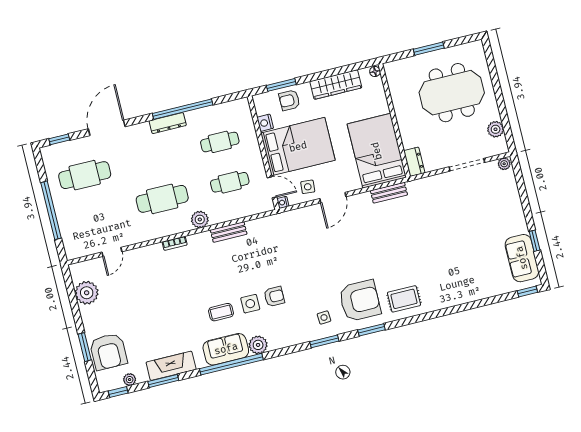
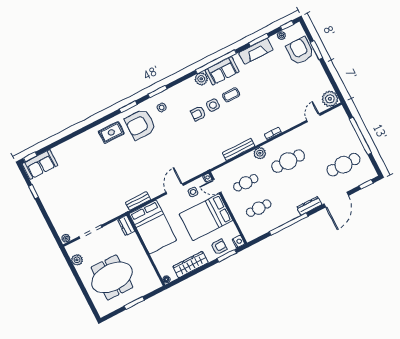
dresser: (168, 123) -> (309, 206), moved
nightstand: (265, 123) -> (238, 242), moved
bench: (229, 232) -> (239, 149), width x1.36
sofa: (522, 258) -> (40, 164), moved, turned 90
plant: (87, 293) -> (330, 99), moved

